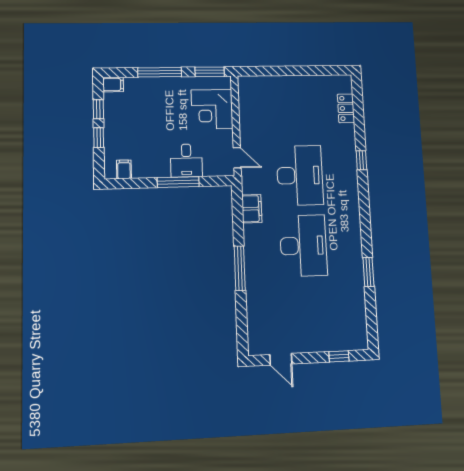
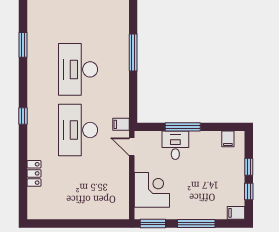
locker: (346, 108) -> (34, 173), moved
window: (361, 160) -> (23, 116), moved
filing cabinet: (252, 209) -> (121, 124), moved, width x0.50

